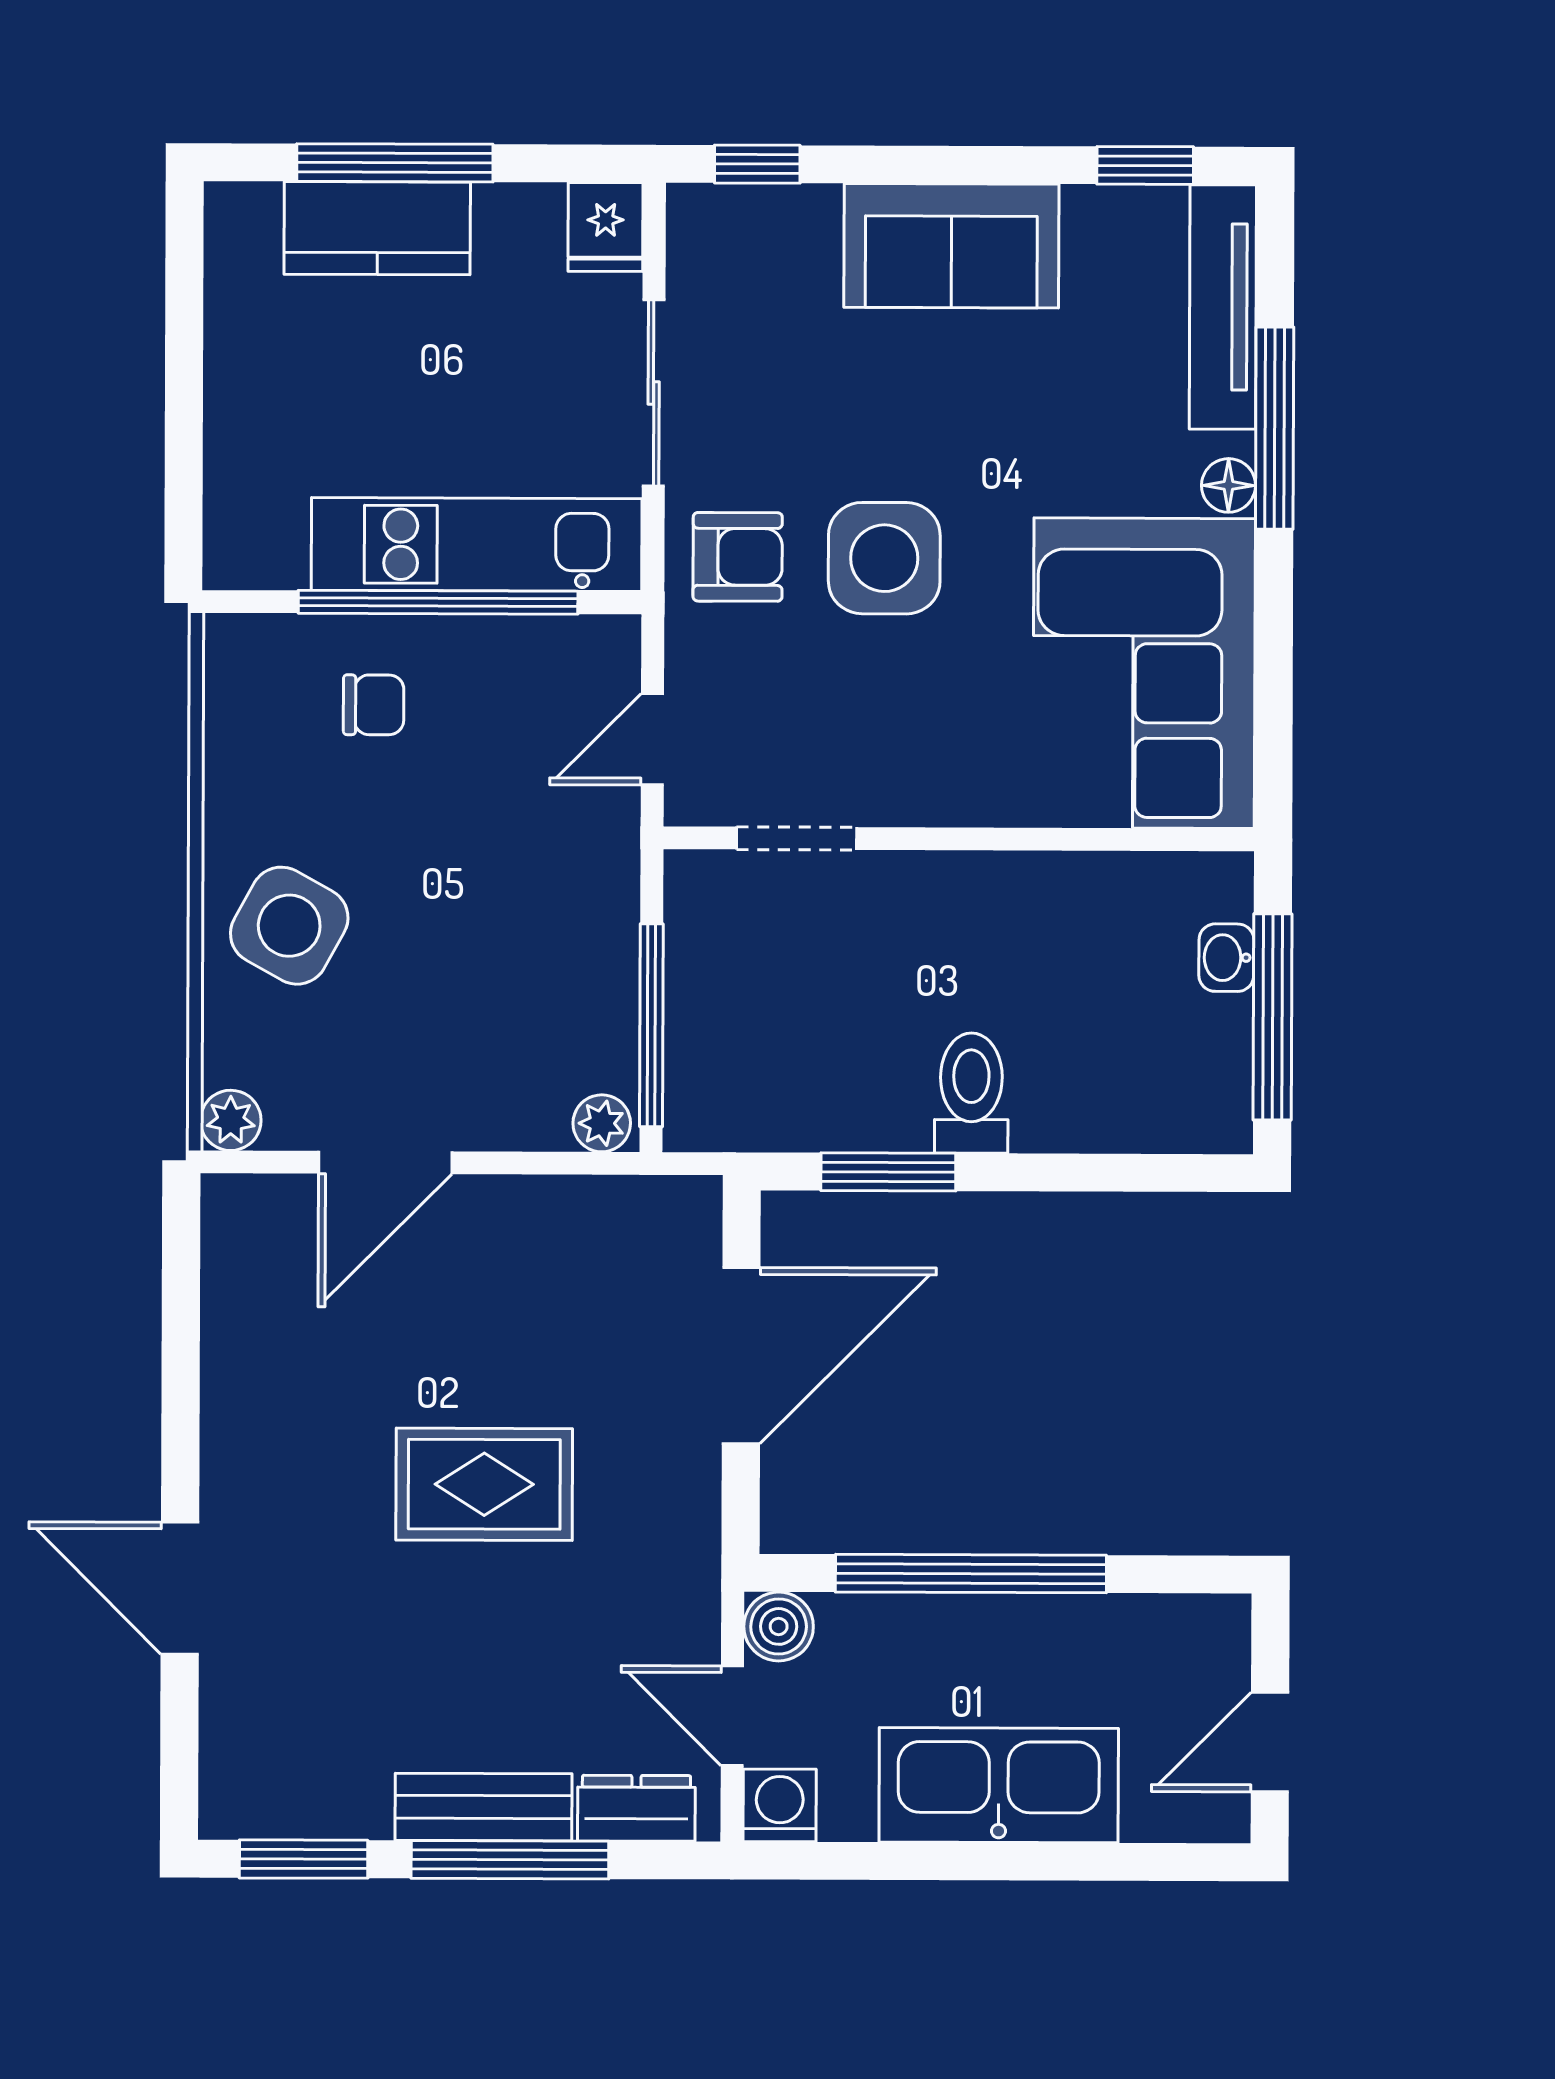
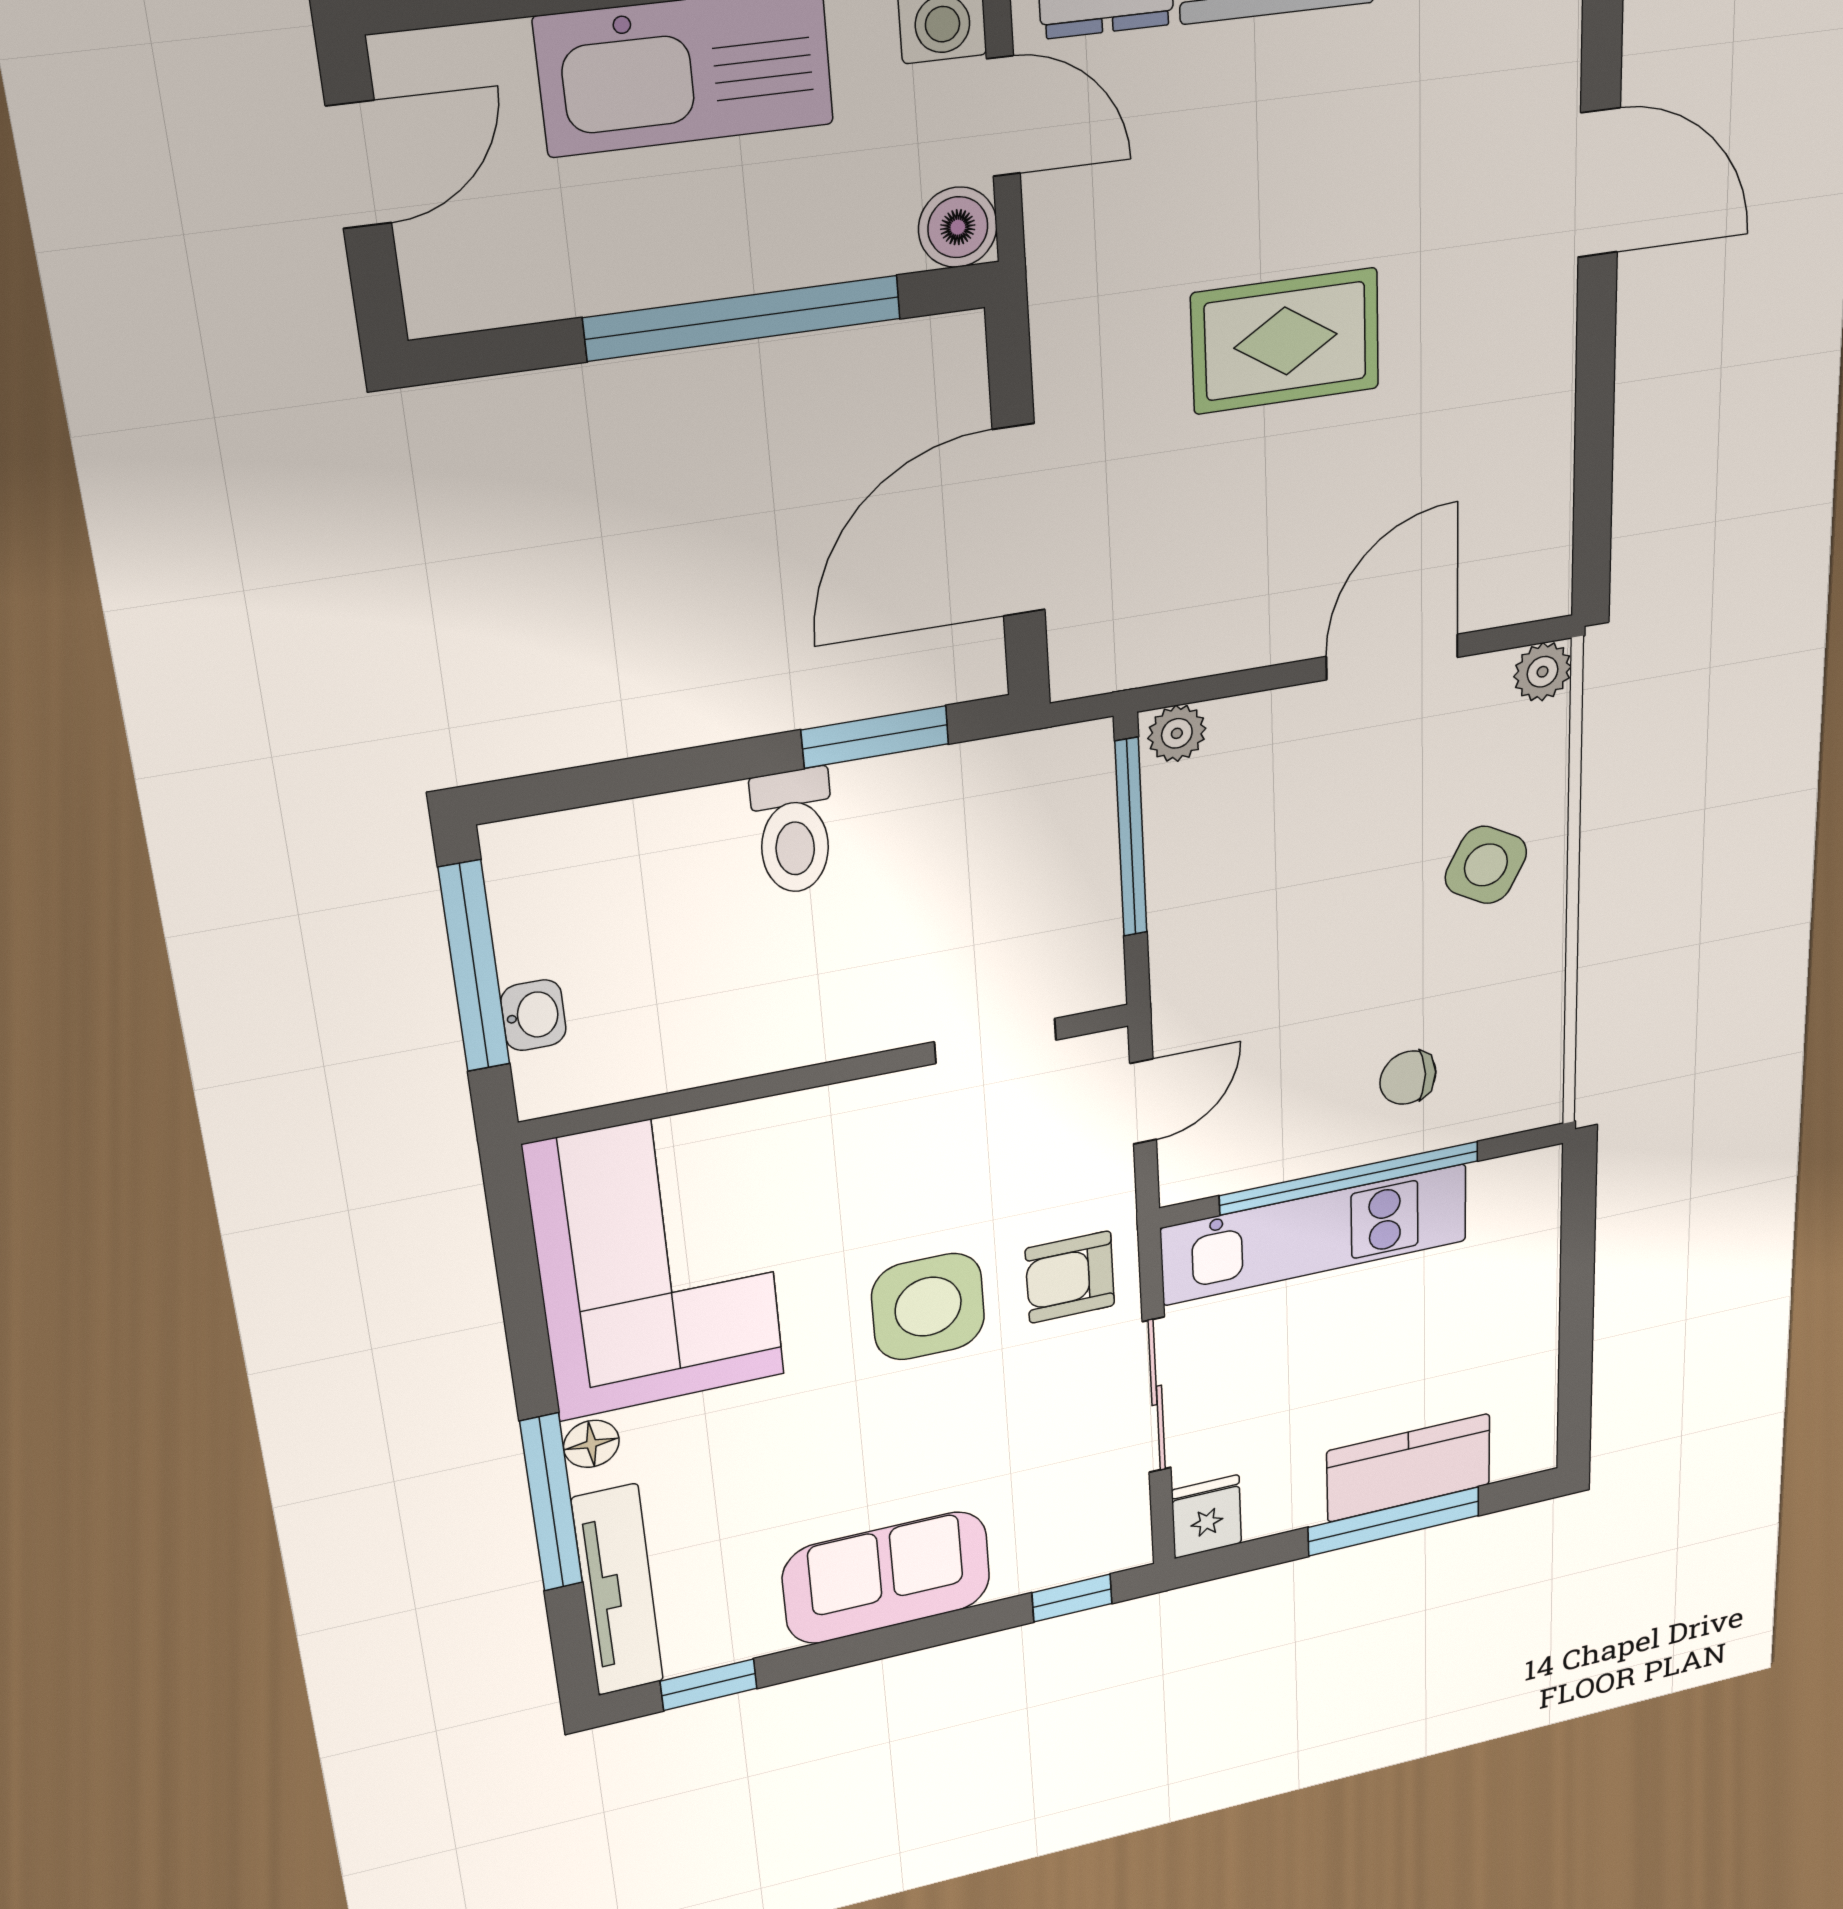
side table: (289, 926) -> (1486, 865), width x0.73, depth x0.73

